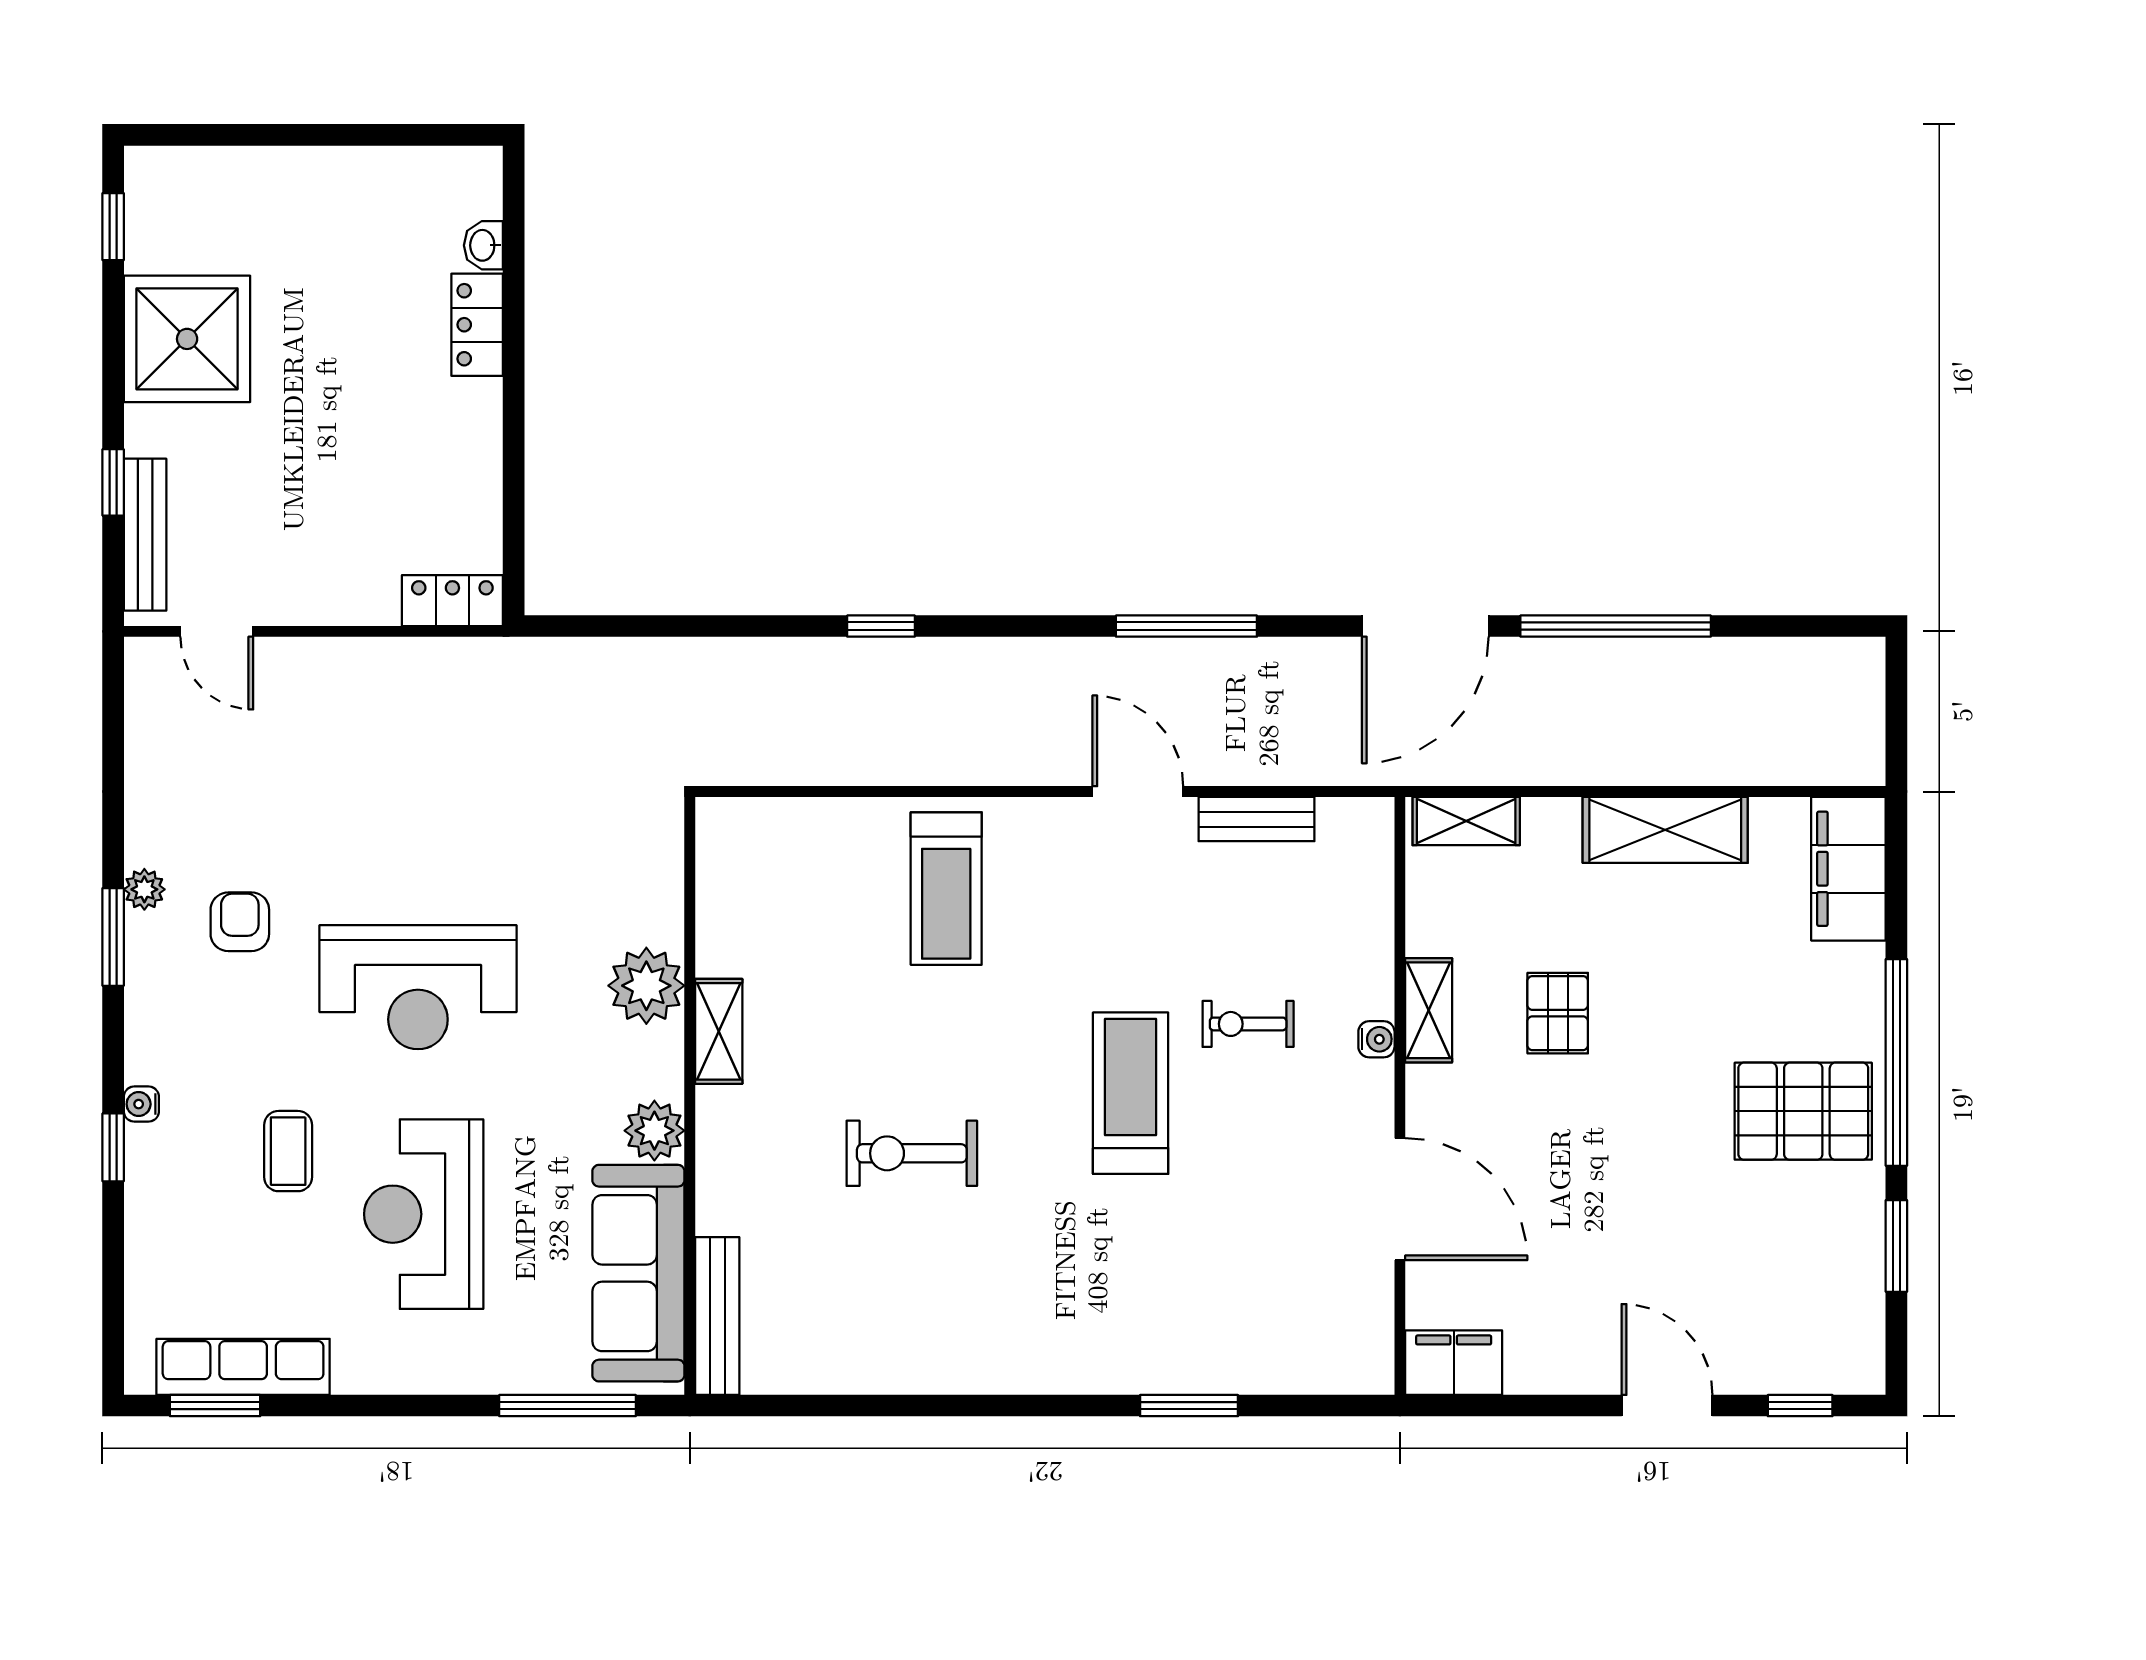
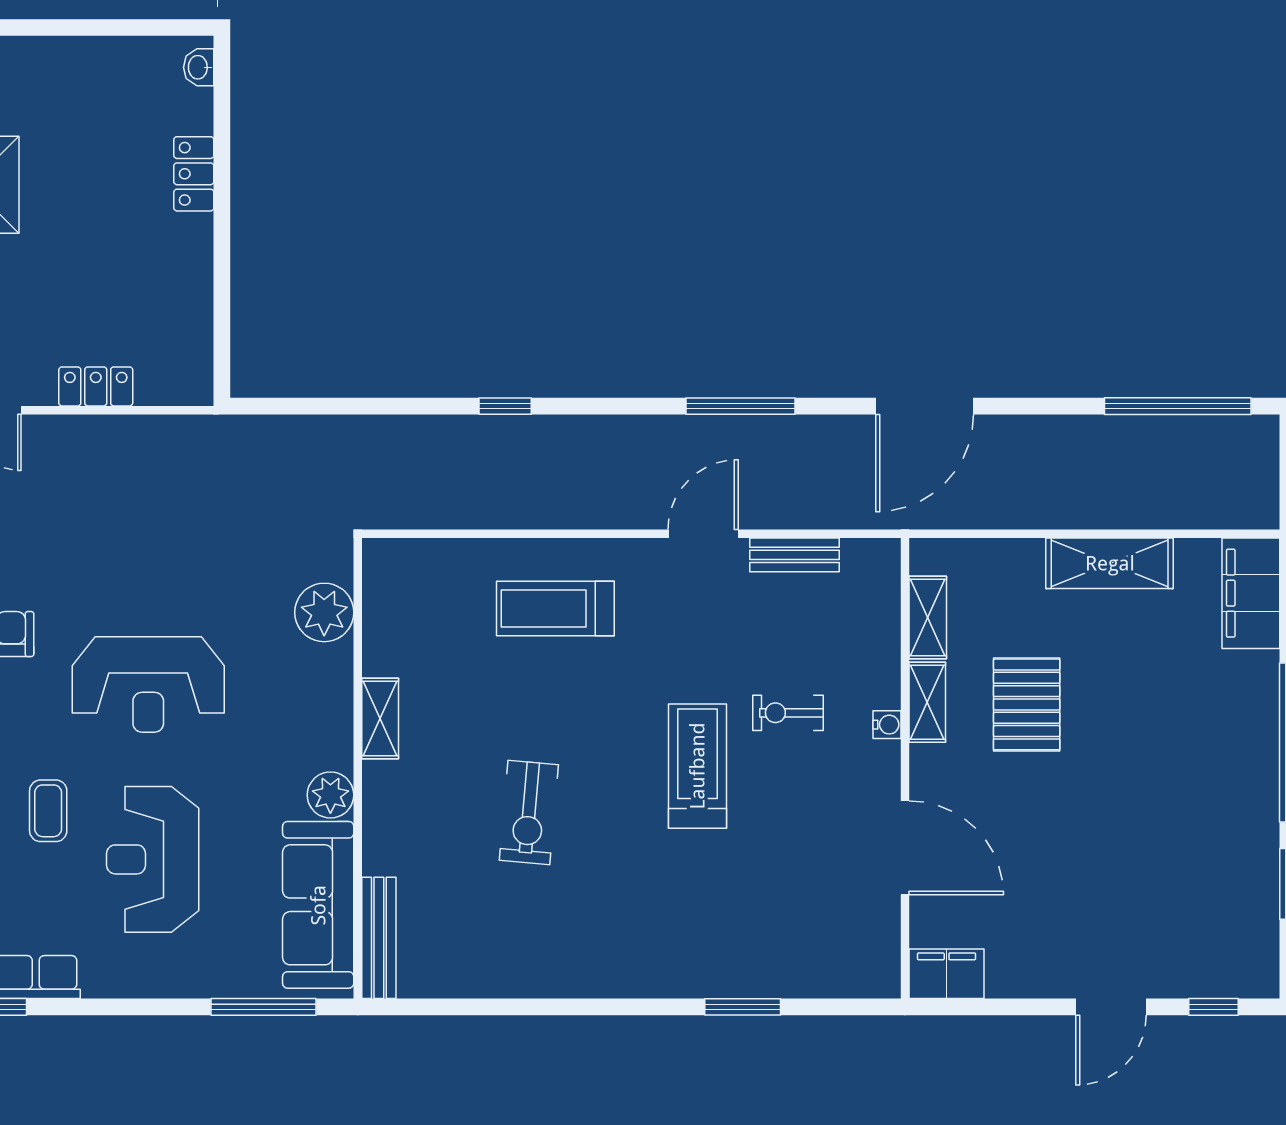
washbasin: (483, 245) -> (199, 67), moved
locker: (452, 601) -> (96, 386), moved
window: (1616, 626) -> (1178, 406), moved
door: (1138, 792) -> (703, 534), hinge flipped
shelving: (1466, 821) -> (928, 617), moved, turned 90
treadmill: (946, 889) -> (555, 608), turned 90
plant: (646, 986) -> (324, 612), moved
pallet: (1558, 1013) -> (1027, 704), width x1.50, depth x1.42
pallet: (1803, 1111) -> (1216, 780), removed
exercise bike: (912, 1153) -> (529, 813), turned -85
door: (1667, 1406) -> (1111, 1007), swing flipped

